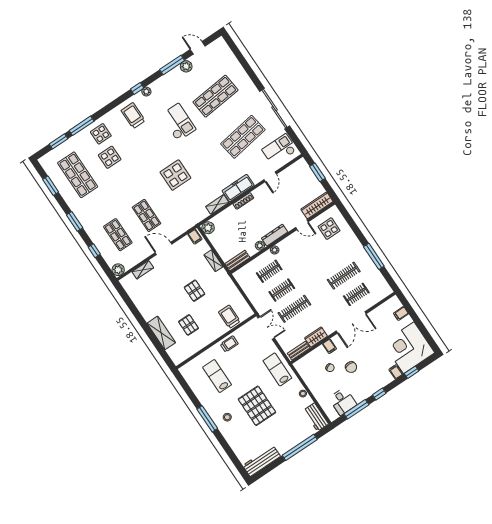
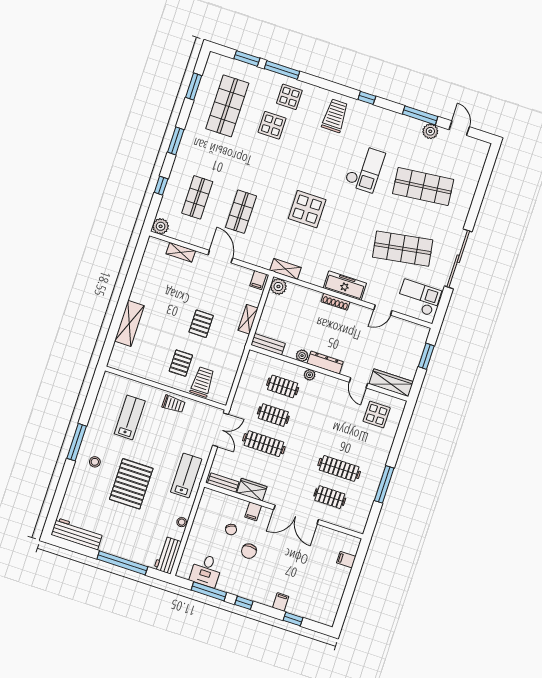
plant: (146, 92) -> (371, 110), removed
shelving: (217, 205) -> (286, 269), moved
pallet: (189, 325) -> (181, 363), moved
corner desk: (409, 348) -> (317, 596), removed

